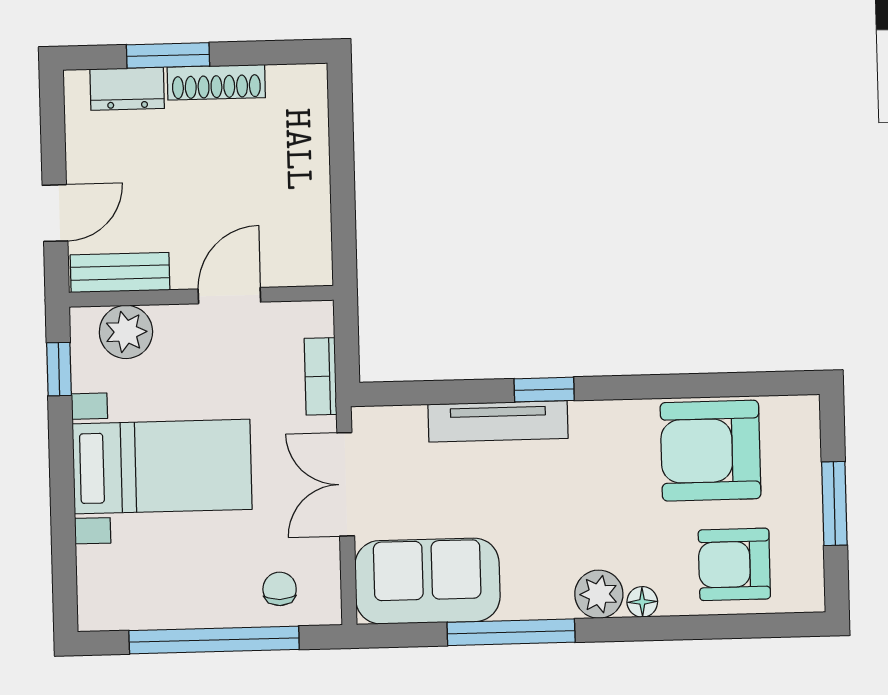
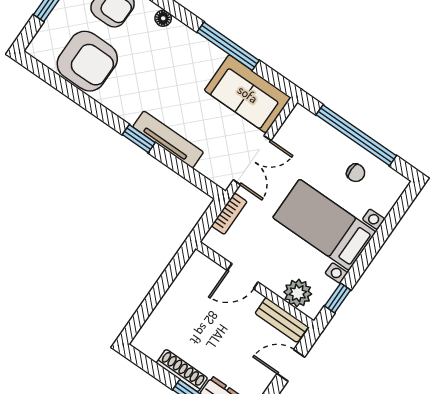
chair: (280, 589) -> (356, 173), moved, turned -90
plant: (599, 594) -> (179, 35), removed

